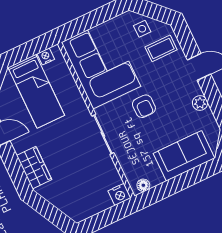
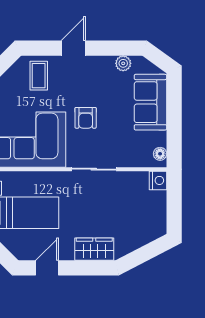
side table: (142, 29) -> (12, 85), removed
plant: (200, 103) -> (123, 63), moved
armchair: (144, 106) -> (86, 118), turned 90

